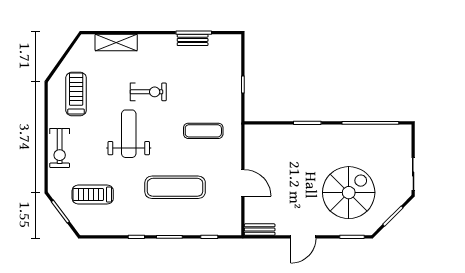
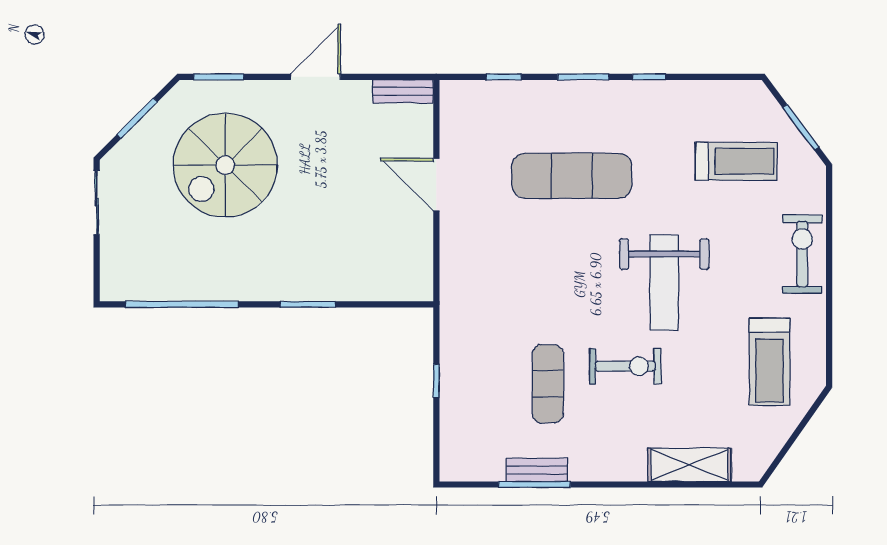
exercise bike: (148, 92) -> (625, 366), turned 180
exercise mat: (203, 131) -> (548, 384), moved, turned 90

